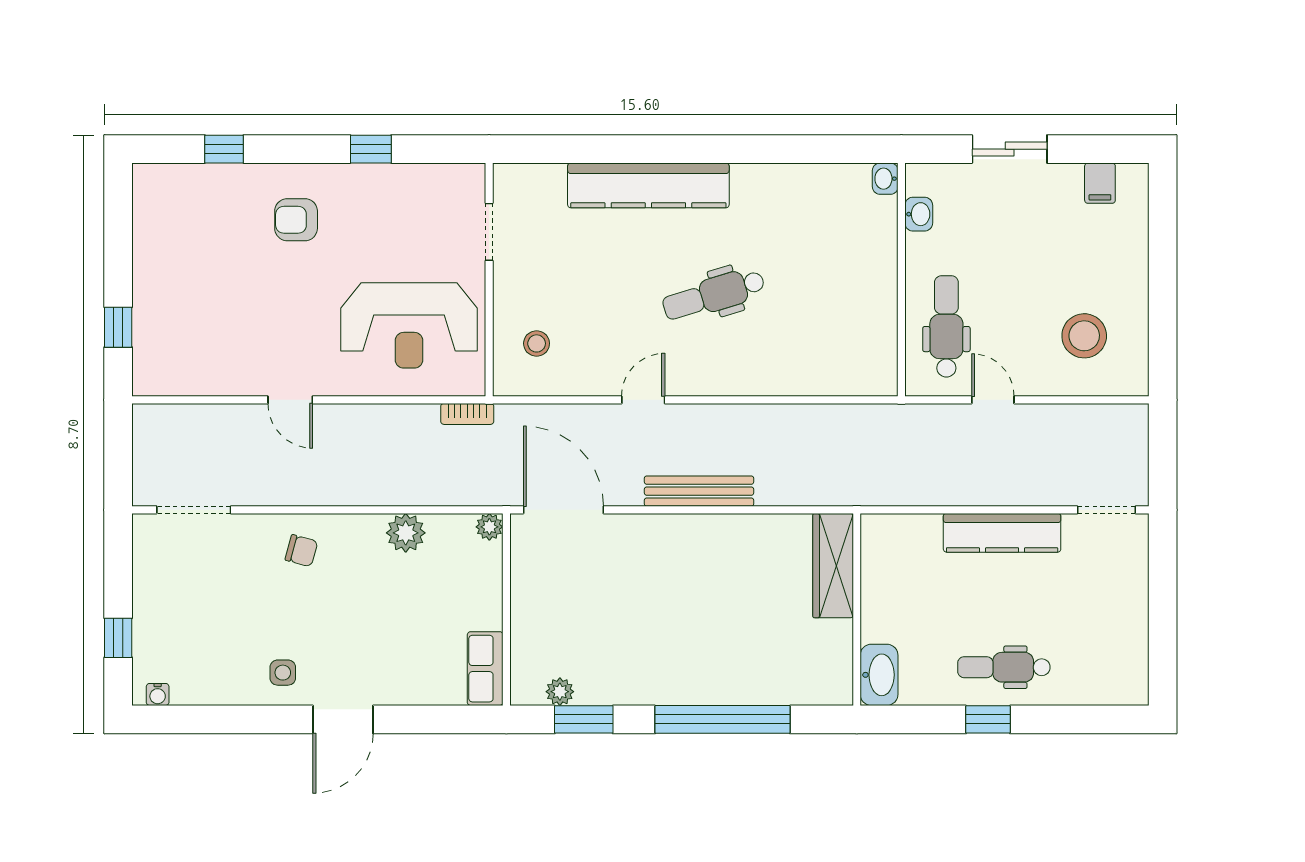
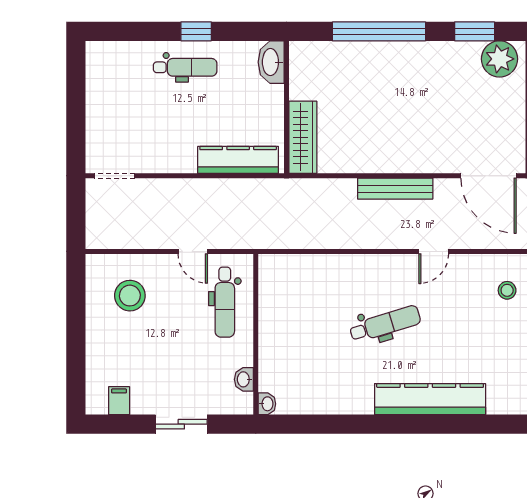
kitchen counter: (1002, 533) -> (238, 160), moved
plant: (560, 692) -> (500, 59), width x1.87, depth x1.87

